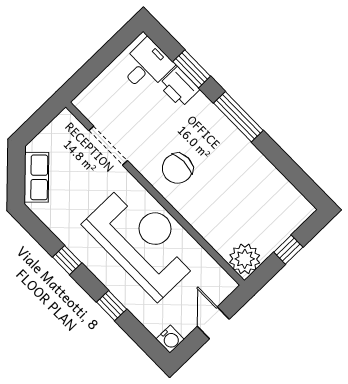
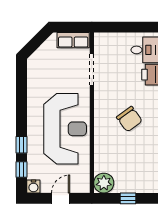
chair: (177, 168) -> (129, 119), moved, turned -126
row of seats: (36, 177) -> (73, 40), moved, turned 45
window: (67, 260) -> (22, 170), moved

